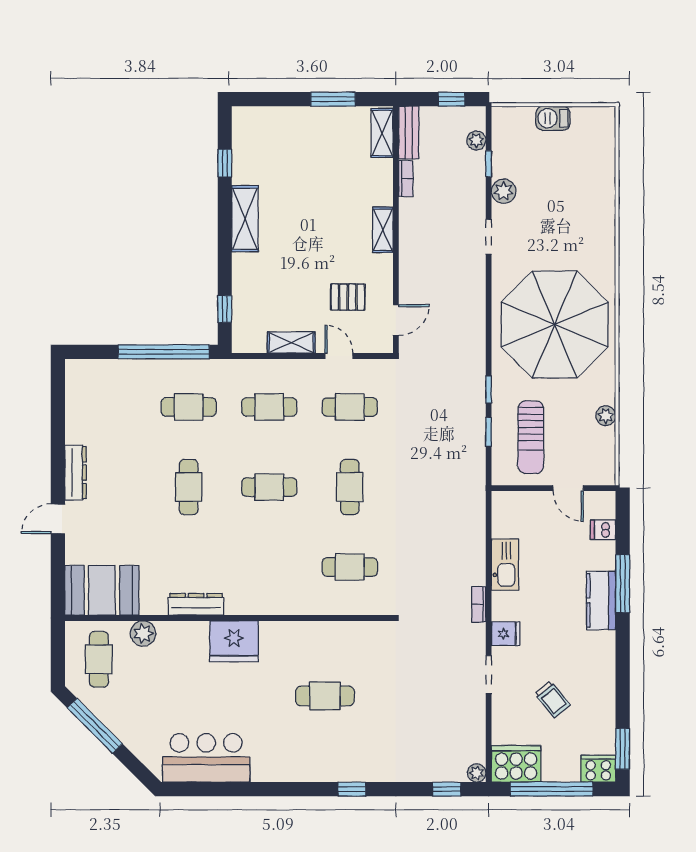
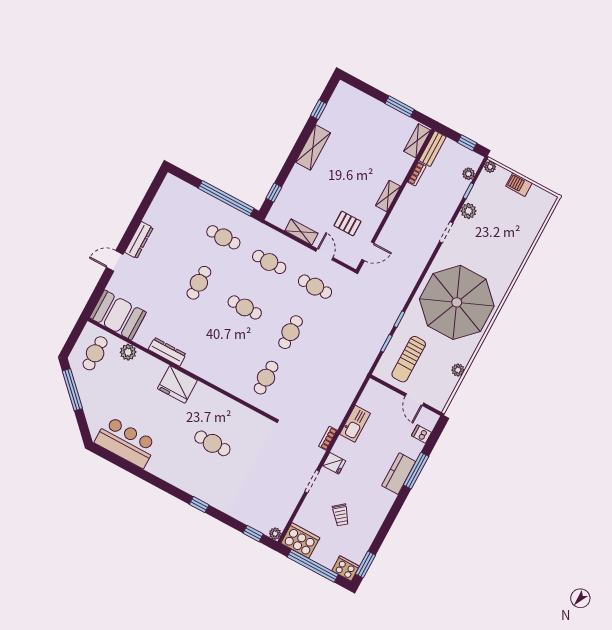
plant: (500, 115) -> (490, 167), added
cafe table: (350, 567) -> (266, 378), turned 90

